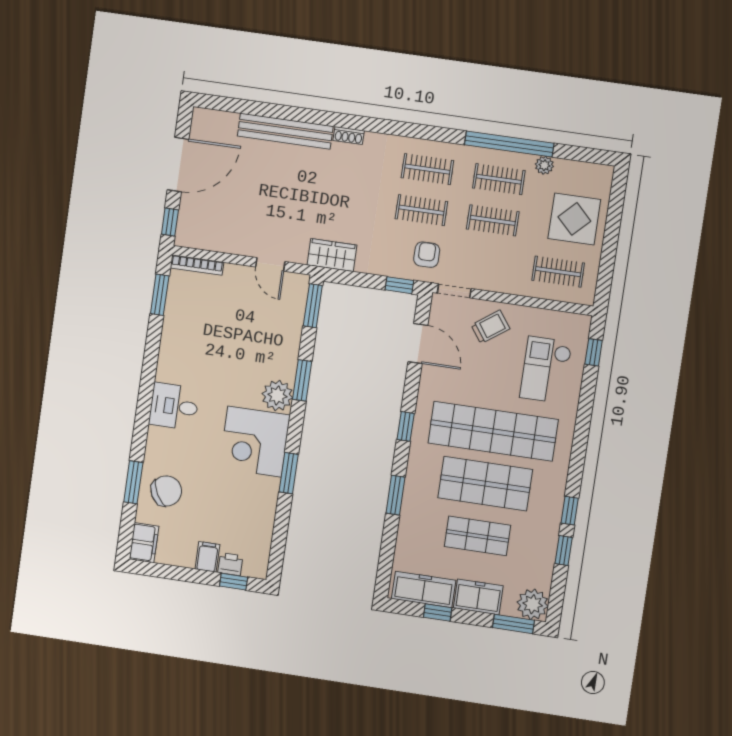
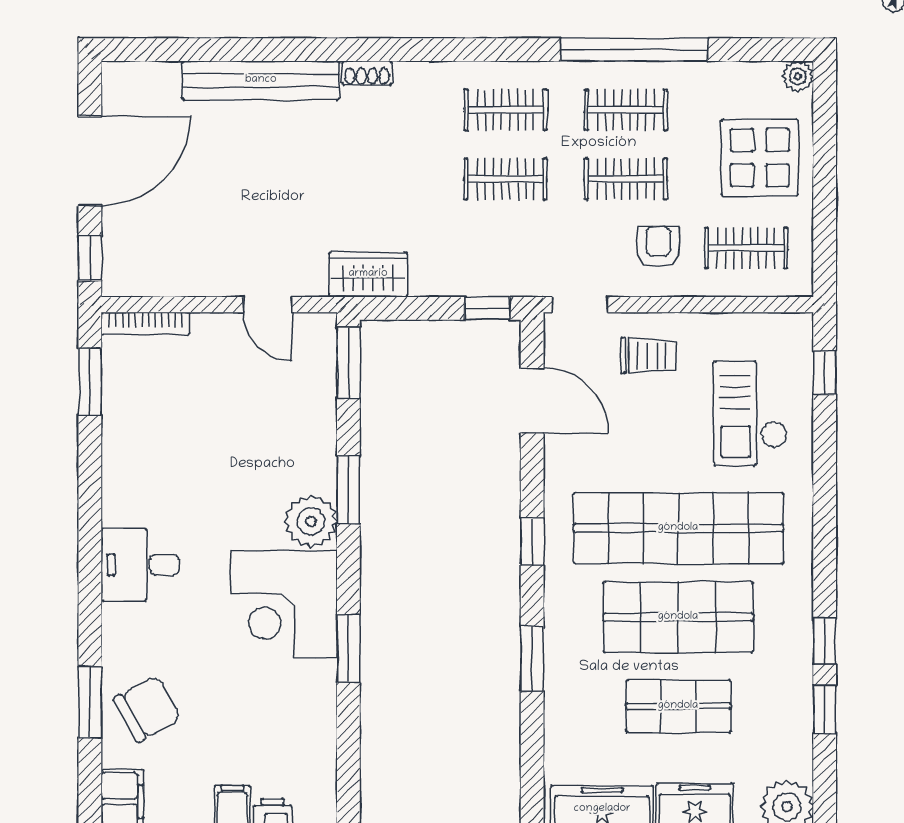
plant: (544, 165) -> (798, 76), moved
armchair: (427, 255) -> (658, 247), moved
trolley: (490, 327) -> (648, 356), turned 36

